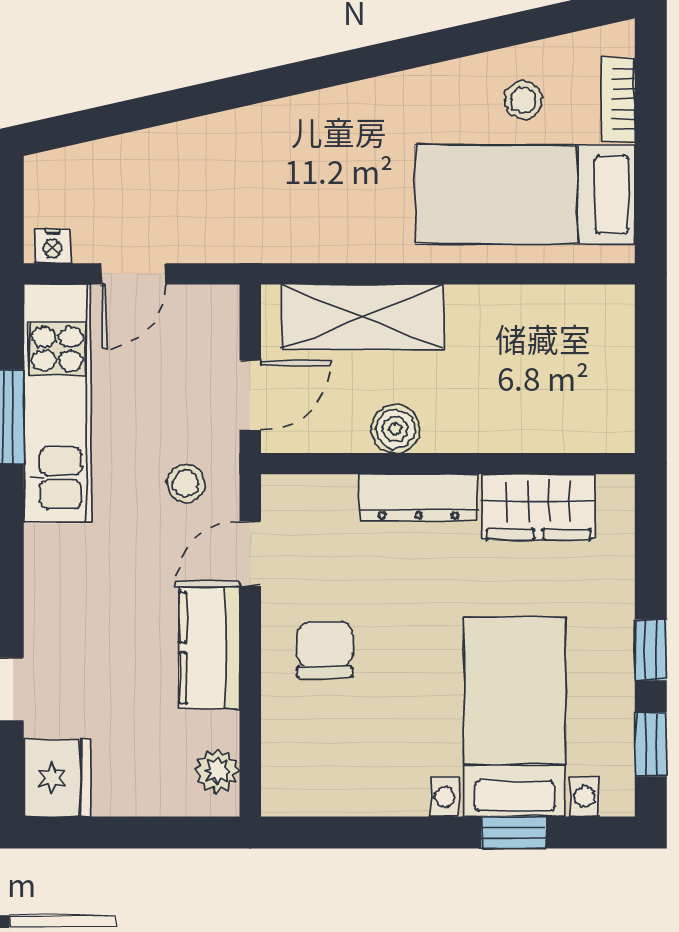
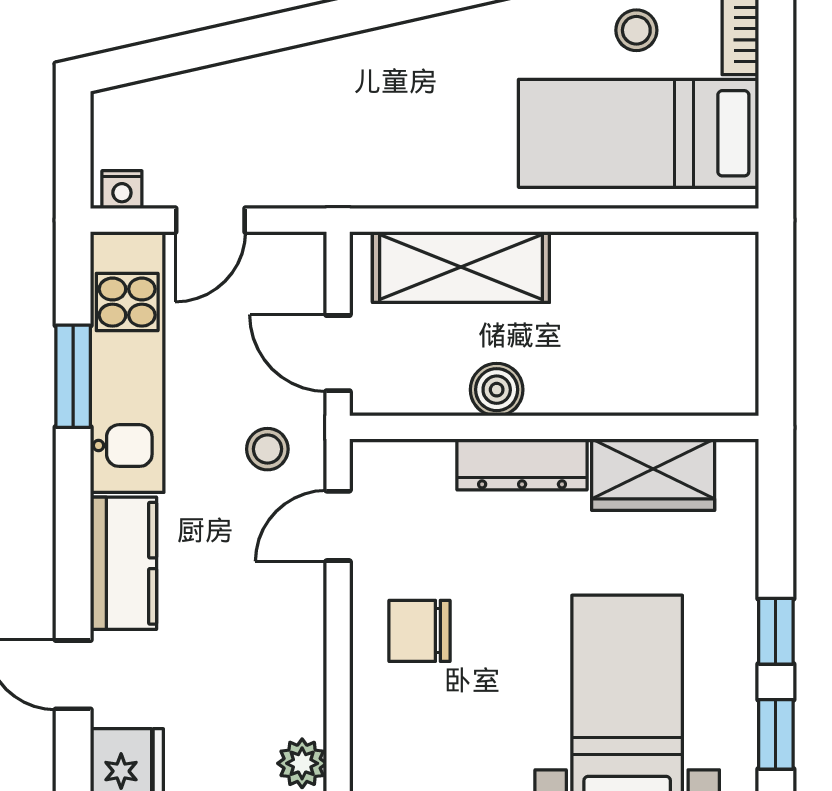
door: (250, 396) -> (338, 353), swing flipped
kitchen counter: (209, 648) -> (123, 563), moved, turned 180
chair: (325, 650) -> (420, 631), turned -90

